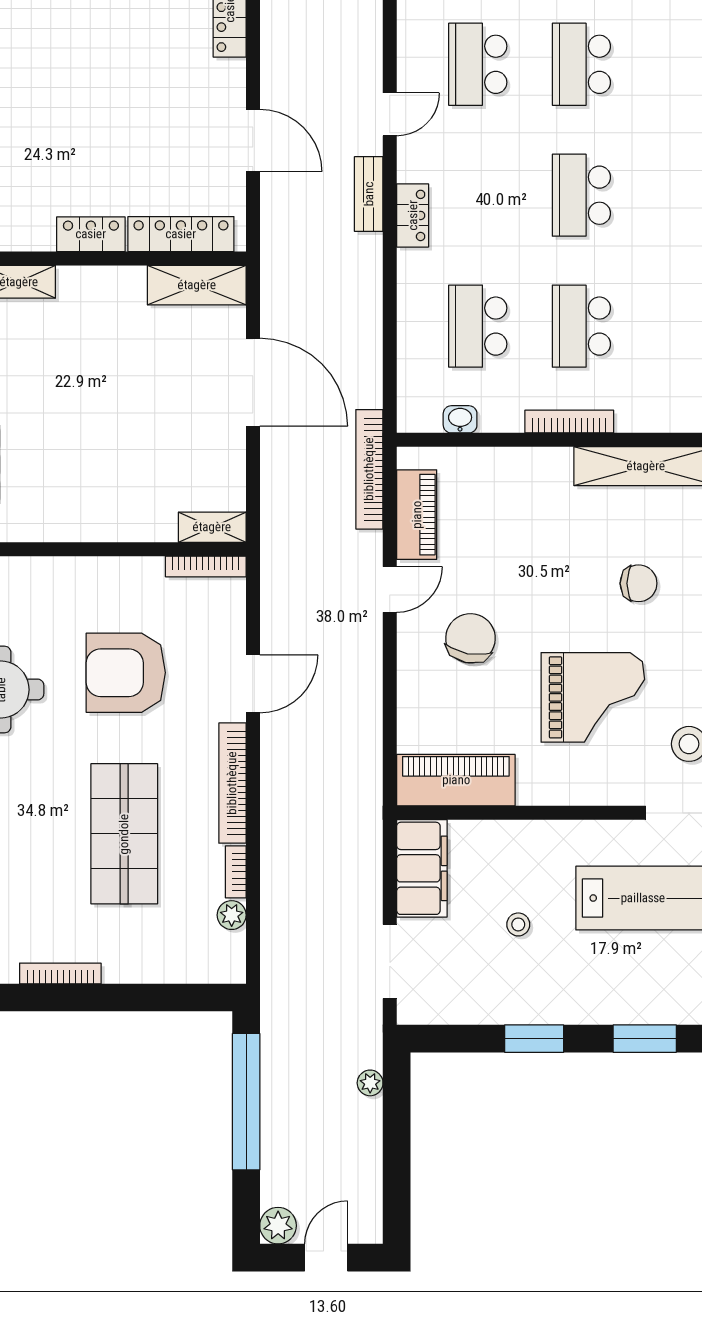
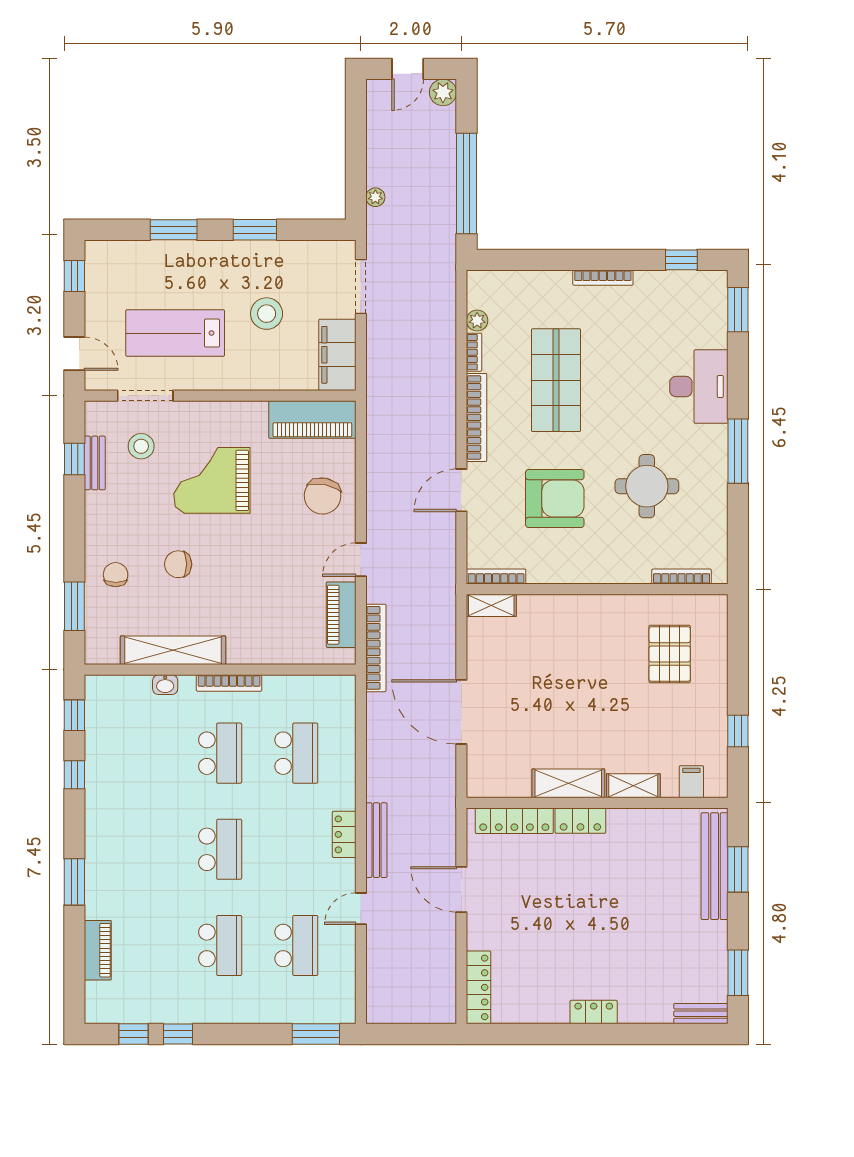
bench: (369, 194) -> (376, 840), width x1.36
shelving: (197, 285) -> (568, 783), moved
washbasin: (460, 419) -> (165, 685), moved
chair: (470, 638) -> (323, 496), moved
stool: (518, 924) -> (267, 314), width x1.89, depth x1.89

